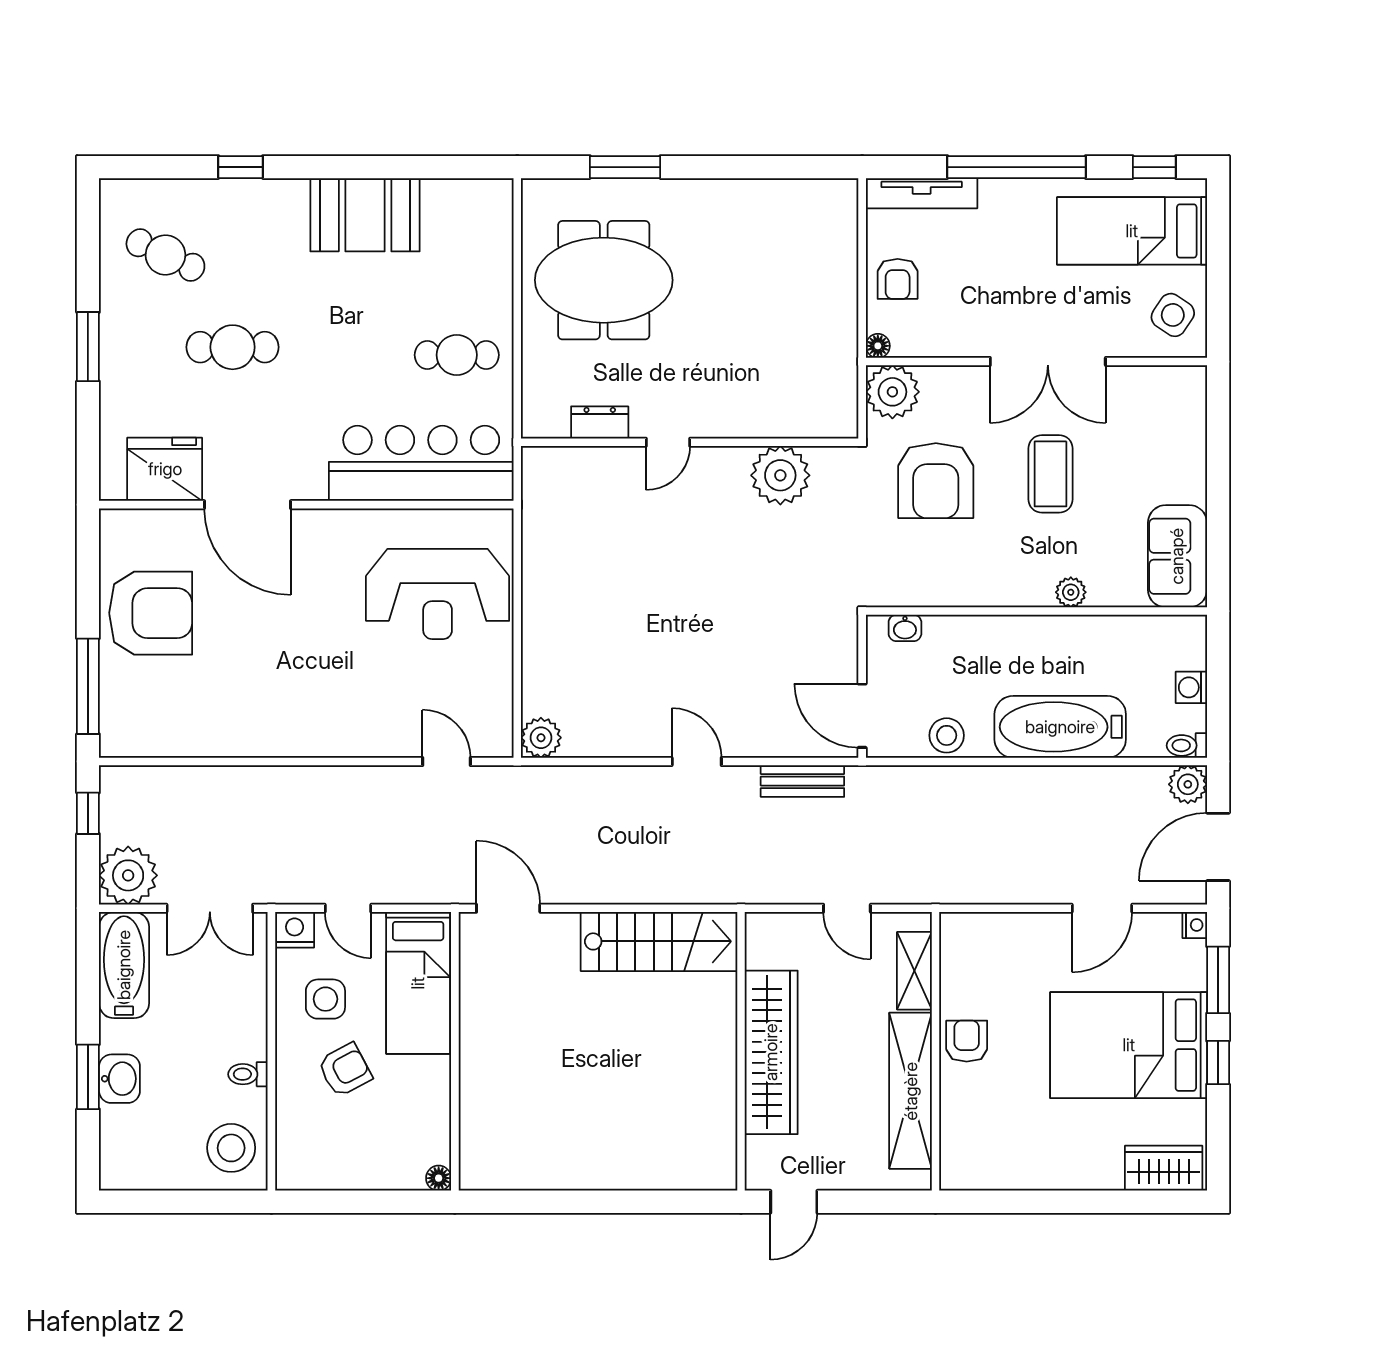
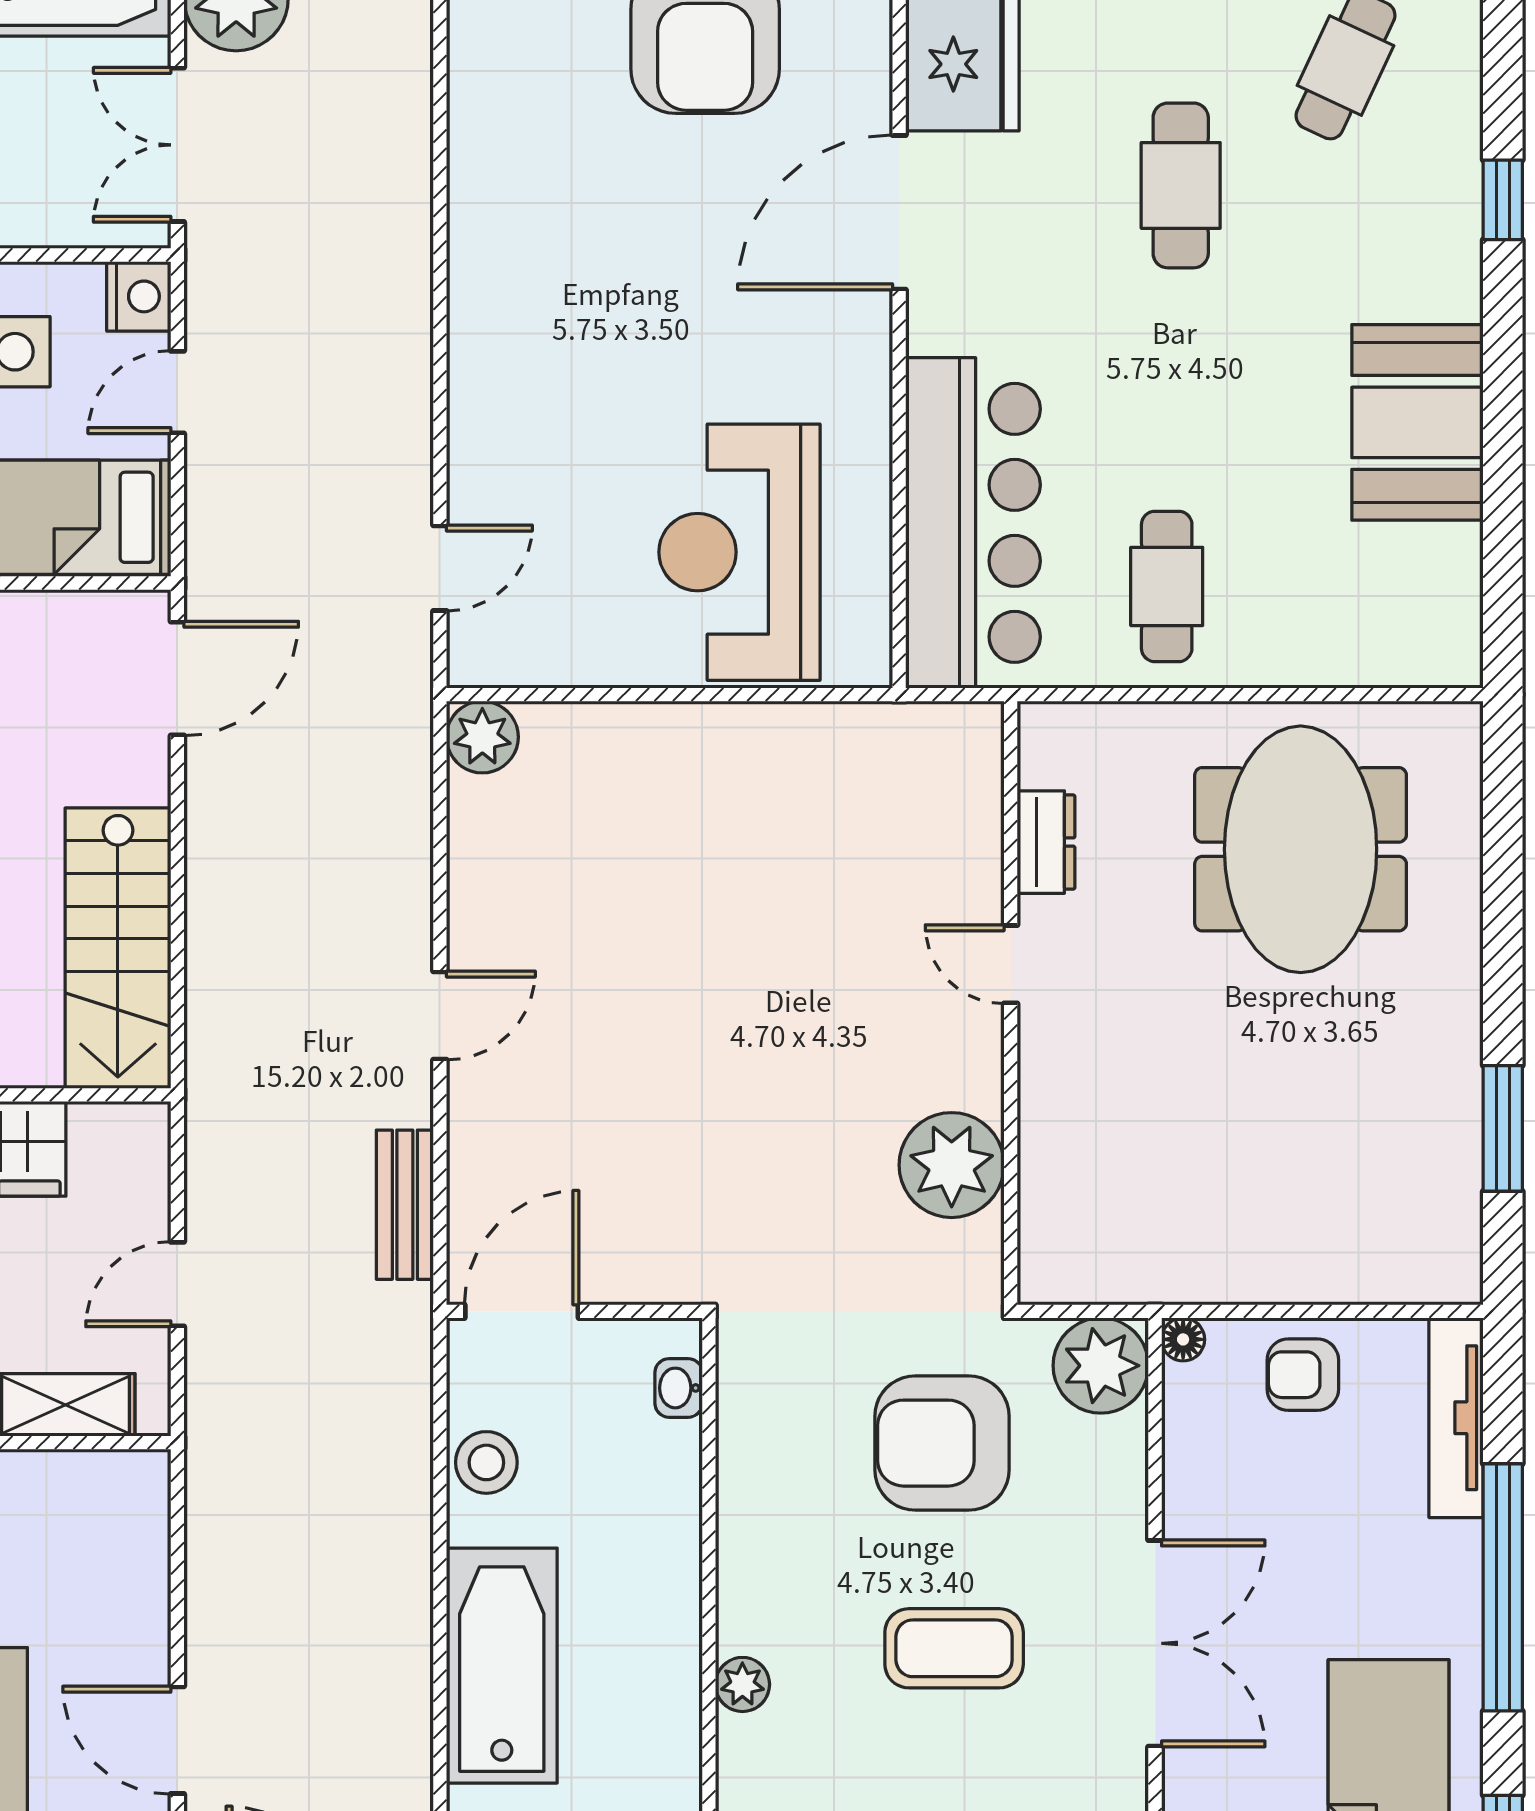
window: (625, 167) -> (1503, 1128), moved
double door: (1048, 362) -> (1155, 1643), swing flipped

